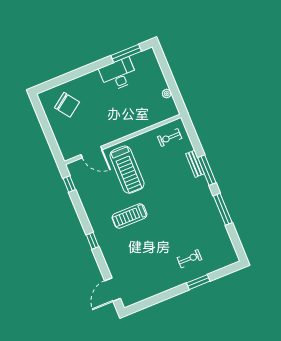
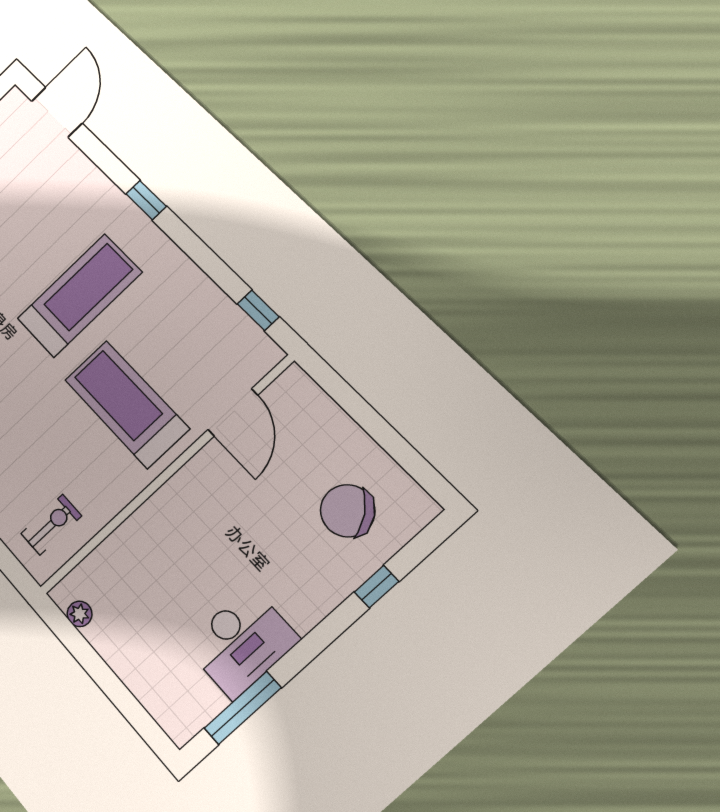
window: (68, 77) -> (377, 587), added
plant: (167, 94) -> (80, 614), moved
door: (92, 152) -> (233, 412), swing flipped
treadmill: (129, 216) -> (79, 296), width x1.37, depth x1.38

